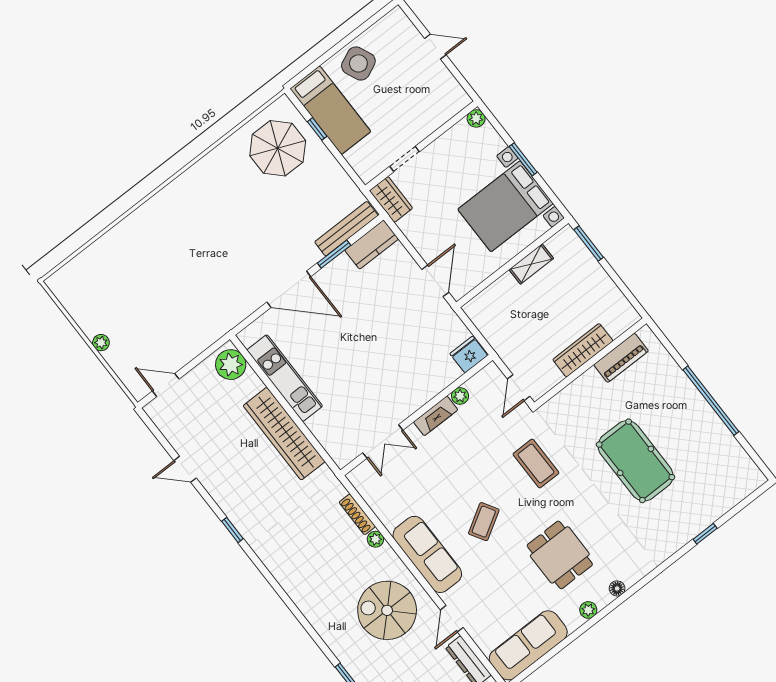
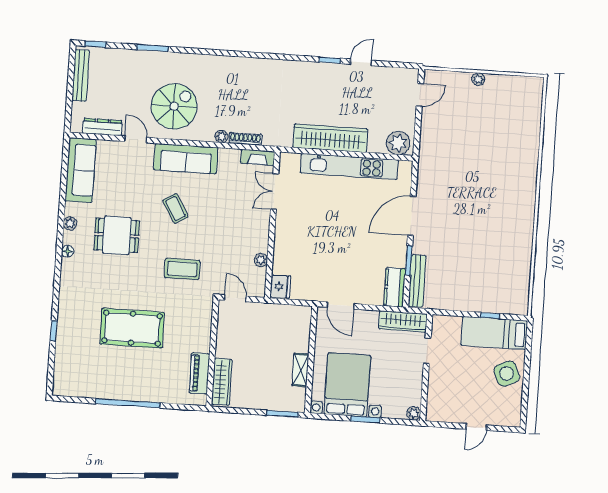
parasol: (278, 148) -> (499, 283), removed
wardrobe: (391, 199) -> (403, 321), width x1.50
wardrobe: (583, 350) -> (222, 382), moved
kitchen unit: (285, 378) -> (349, 167), width x1.36
fireplace: (436, 416) -> (258, 157), moved, turned -90
window: (232, 530) -> (330, 60), moved

